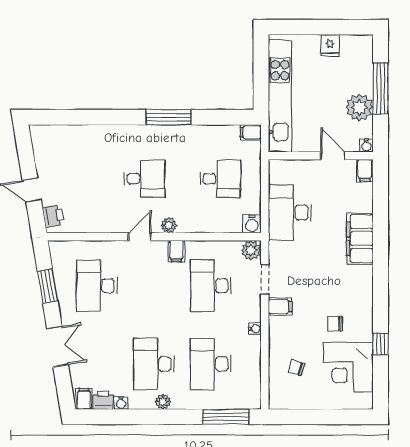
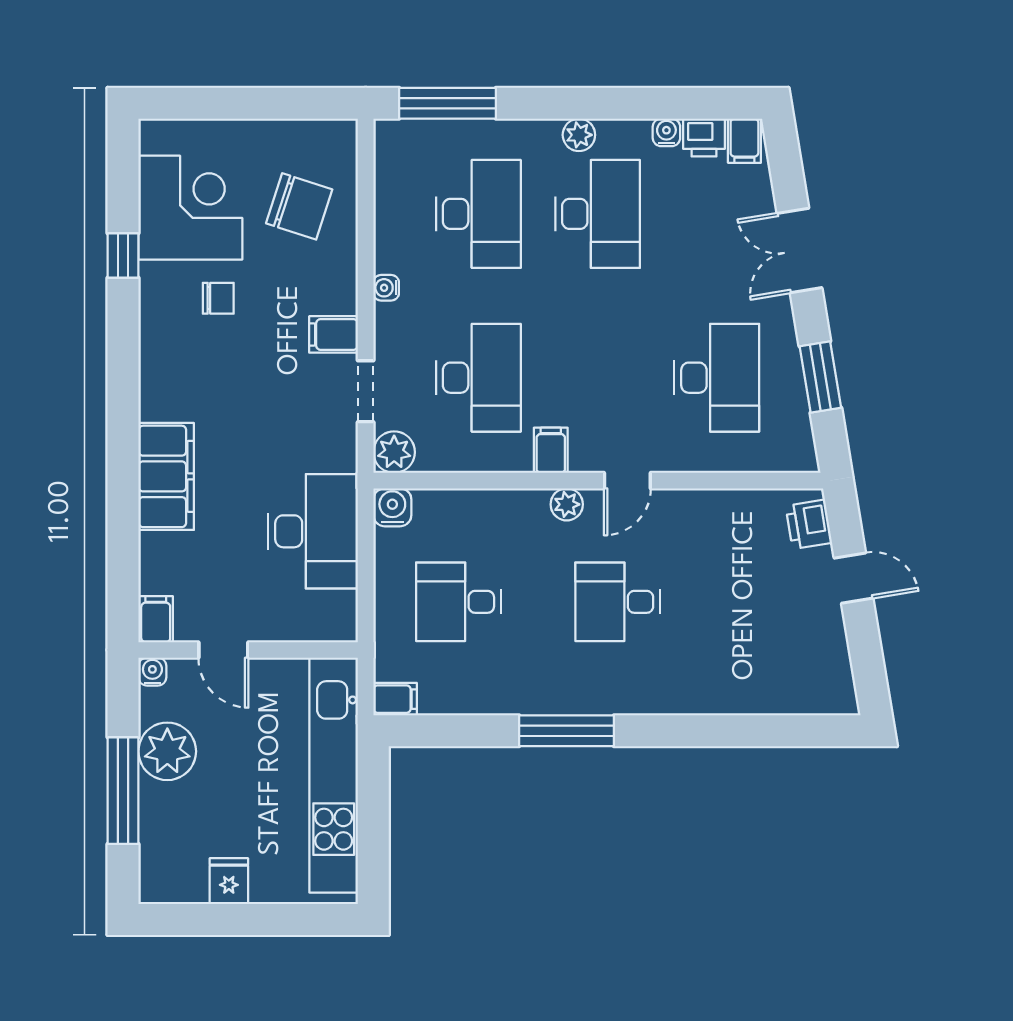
chair: (296, 368) -> (299, 206), width x1.87, depth x1.87

